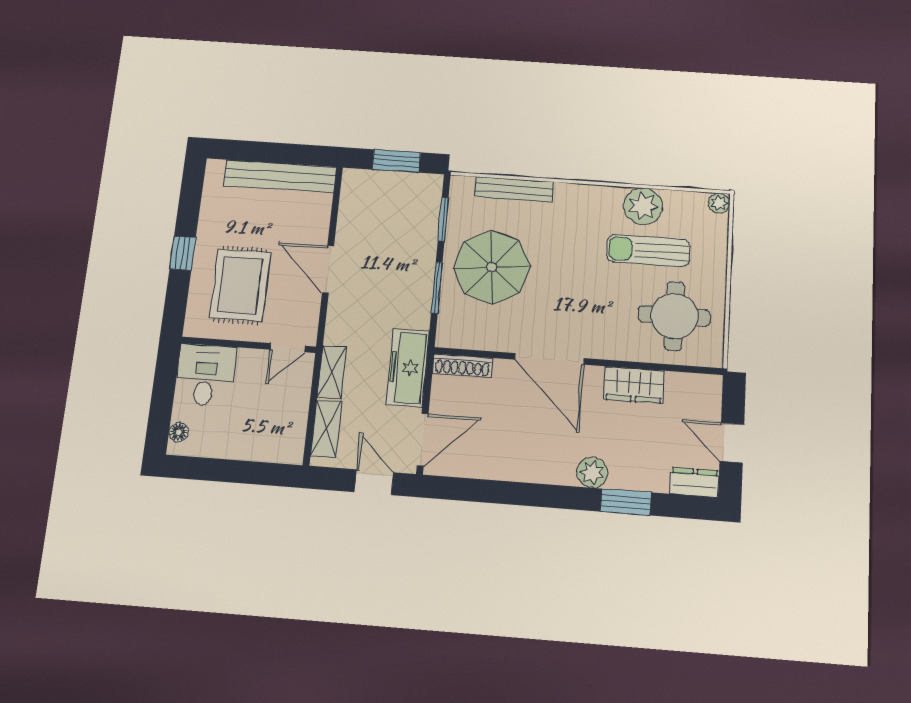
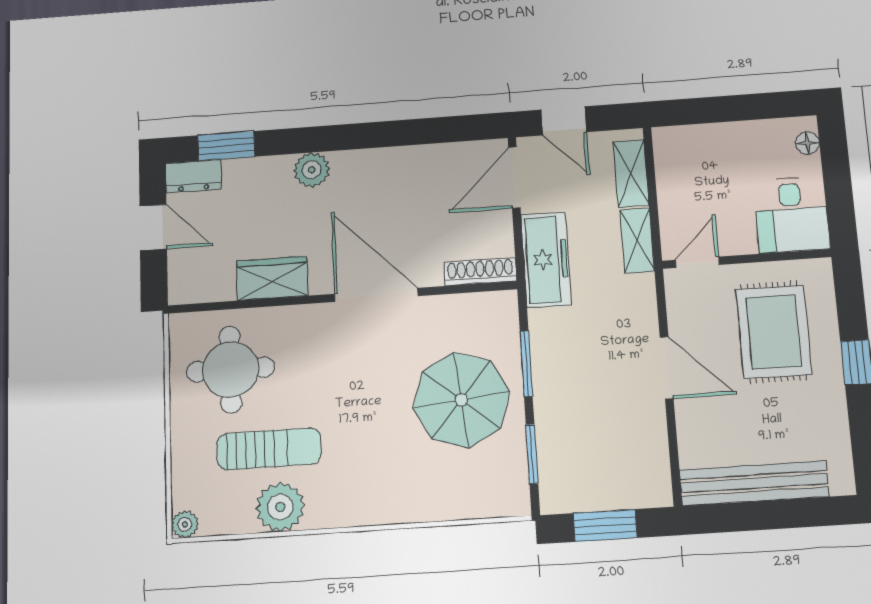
bench: (514, 189) -> (447, 507), removed
window: (626, 502) -> (226, 146), moved

